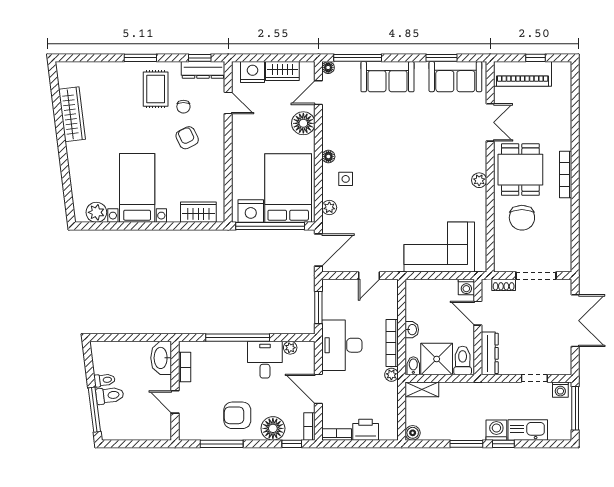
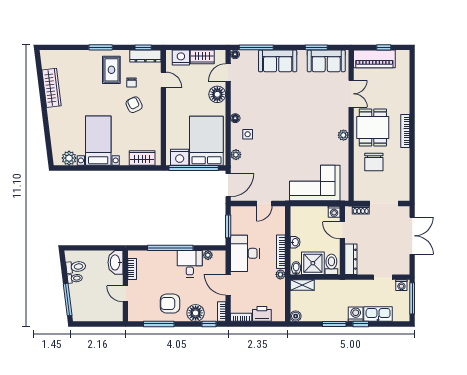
toilet: (110, 395) -> (76, 267), moved

